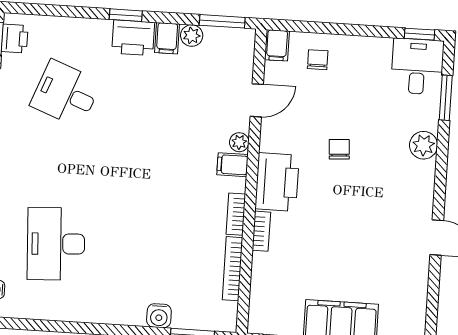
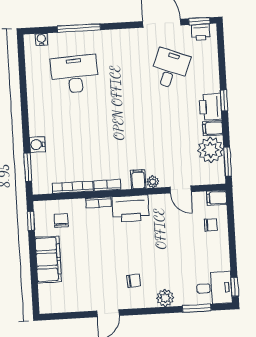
plant: (192, 36) -> (211, 150), width x1.87, depth x1.87
chair: (339, 149) -> (134, 281), moved
chair: (282, 293) -> (61, 220), added

